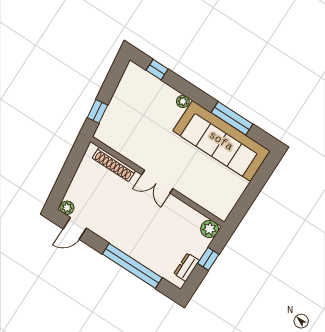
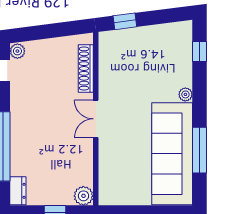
dresser: (187, 267) -> (18, 191), moved, turned 90

